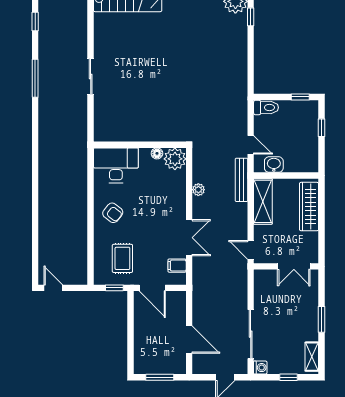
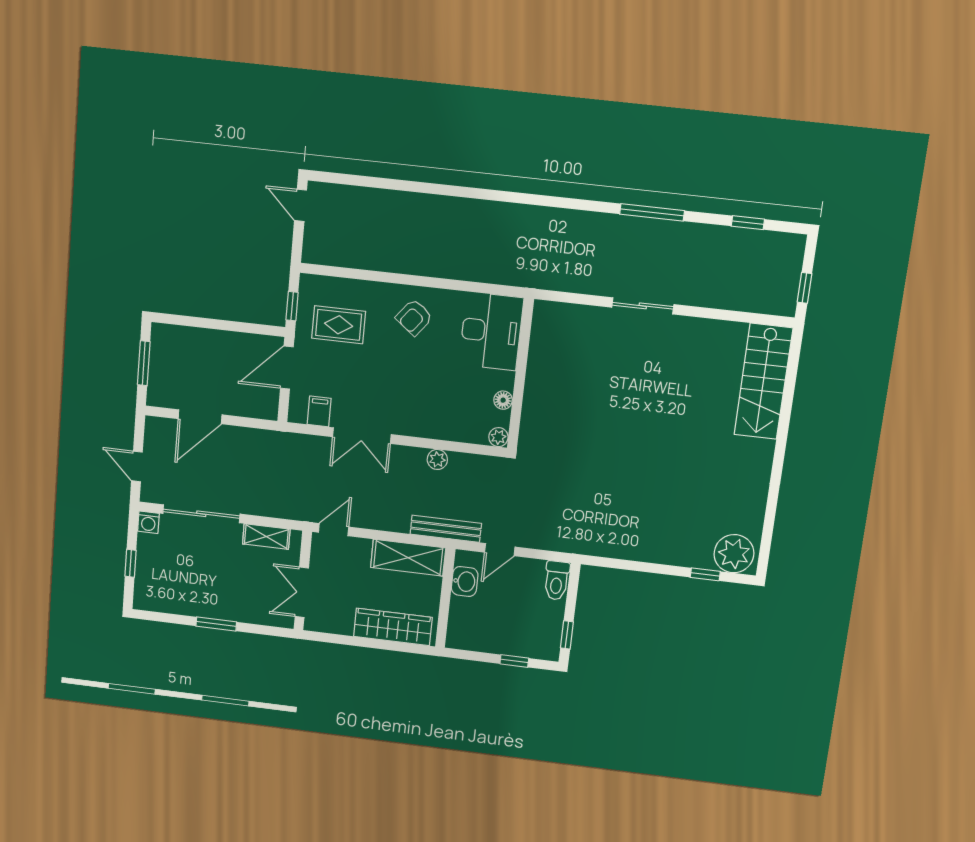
plant: (175, 159) -> (498, 437), width x0.53, depth x0.53
door: (53, 288) -> (301, 205), swing flipped
shelving: (312, 357) -> (266, 537), moved

